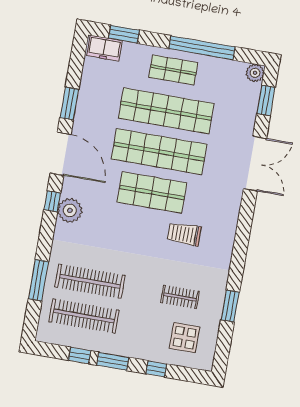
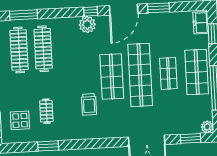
shop shelf: (173, 70) -> (197, 72), width x1.43, depth x1.36
shop shelf: (166, 111) -> (168, 73), width x0.50, depth x0.74
trolley: (184, 234) -> (89, 104), turned 180
window: (39, 280) -> (24, 15), moved

